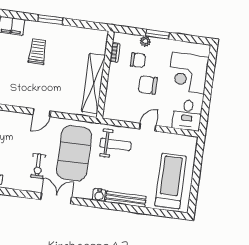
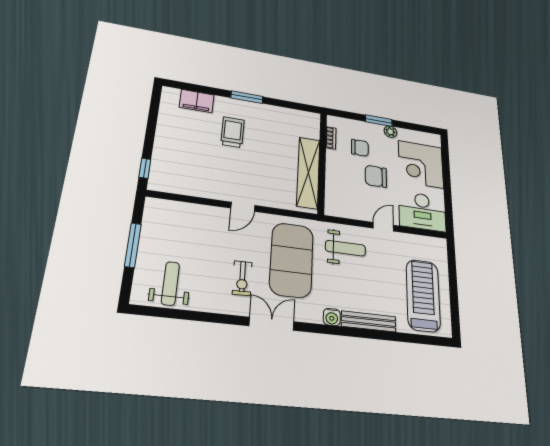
plant: (145, 41) -> (390, 132), moved
desk: (187, 115) -> (422, 211), width x1.37

